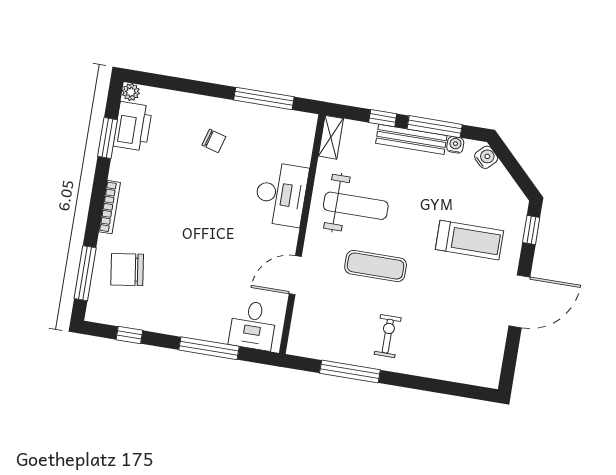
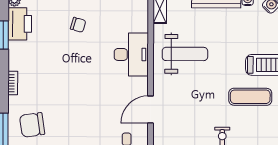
bookcase: (110, 207) -> (13, 83), width x0.64
exercise mat: (376, 266) -> (250, 97), moved

